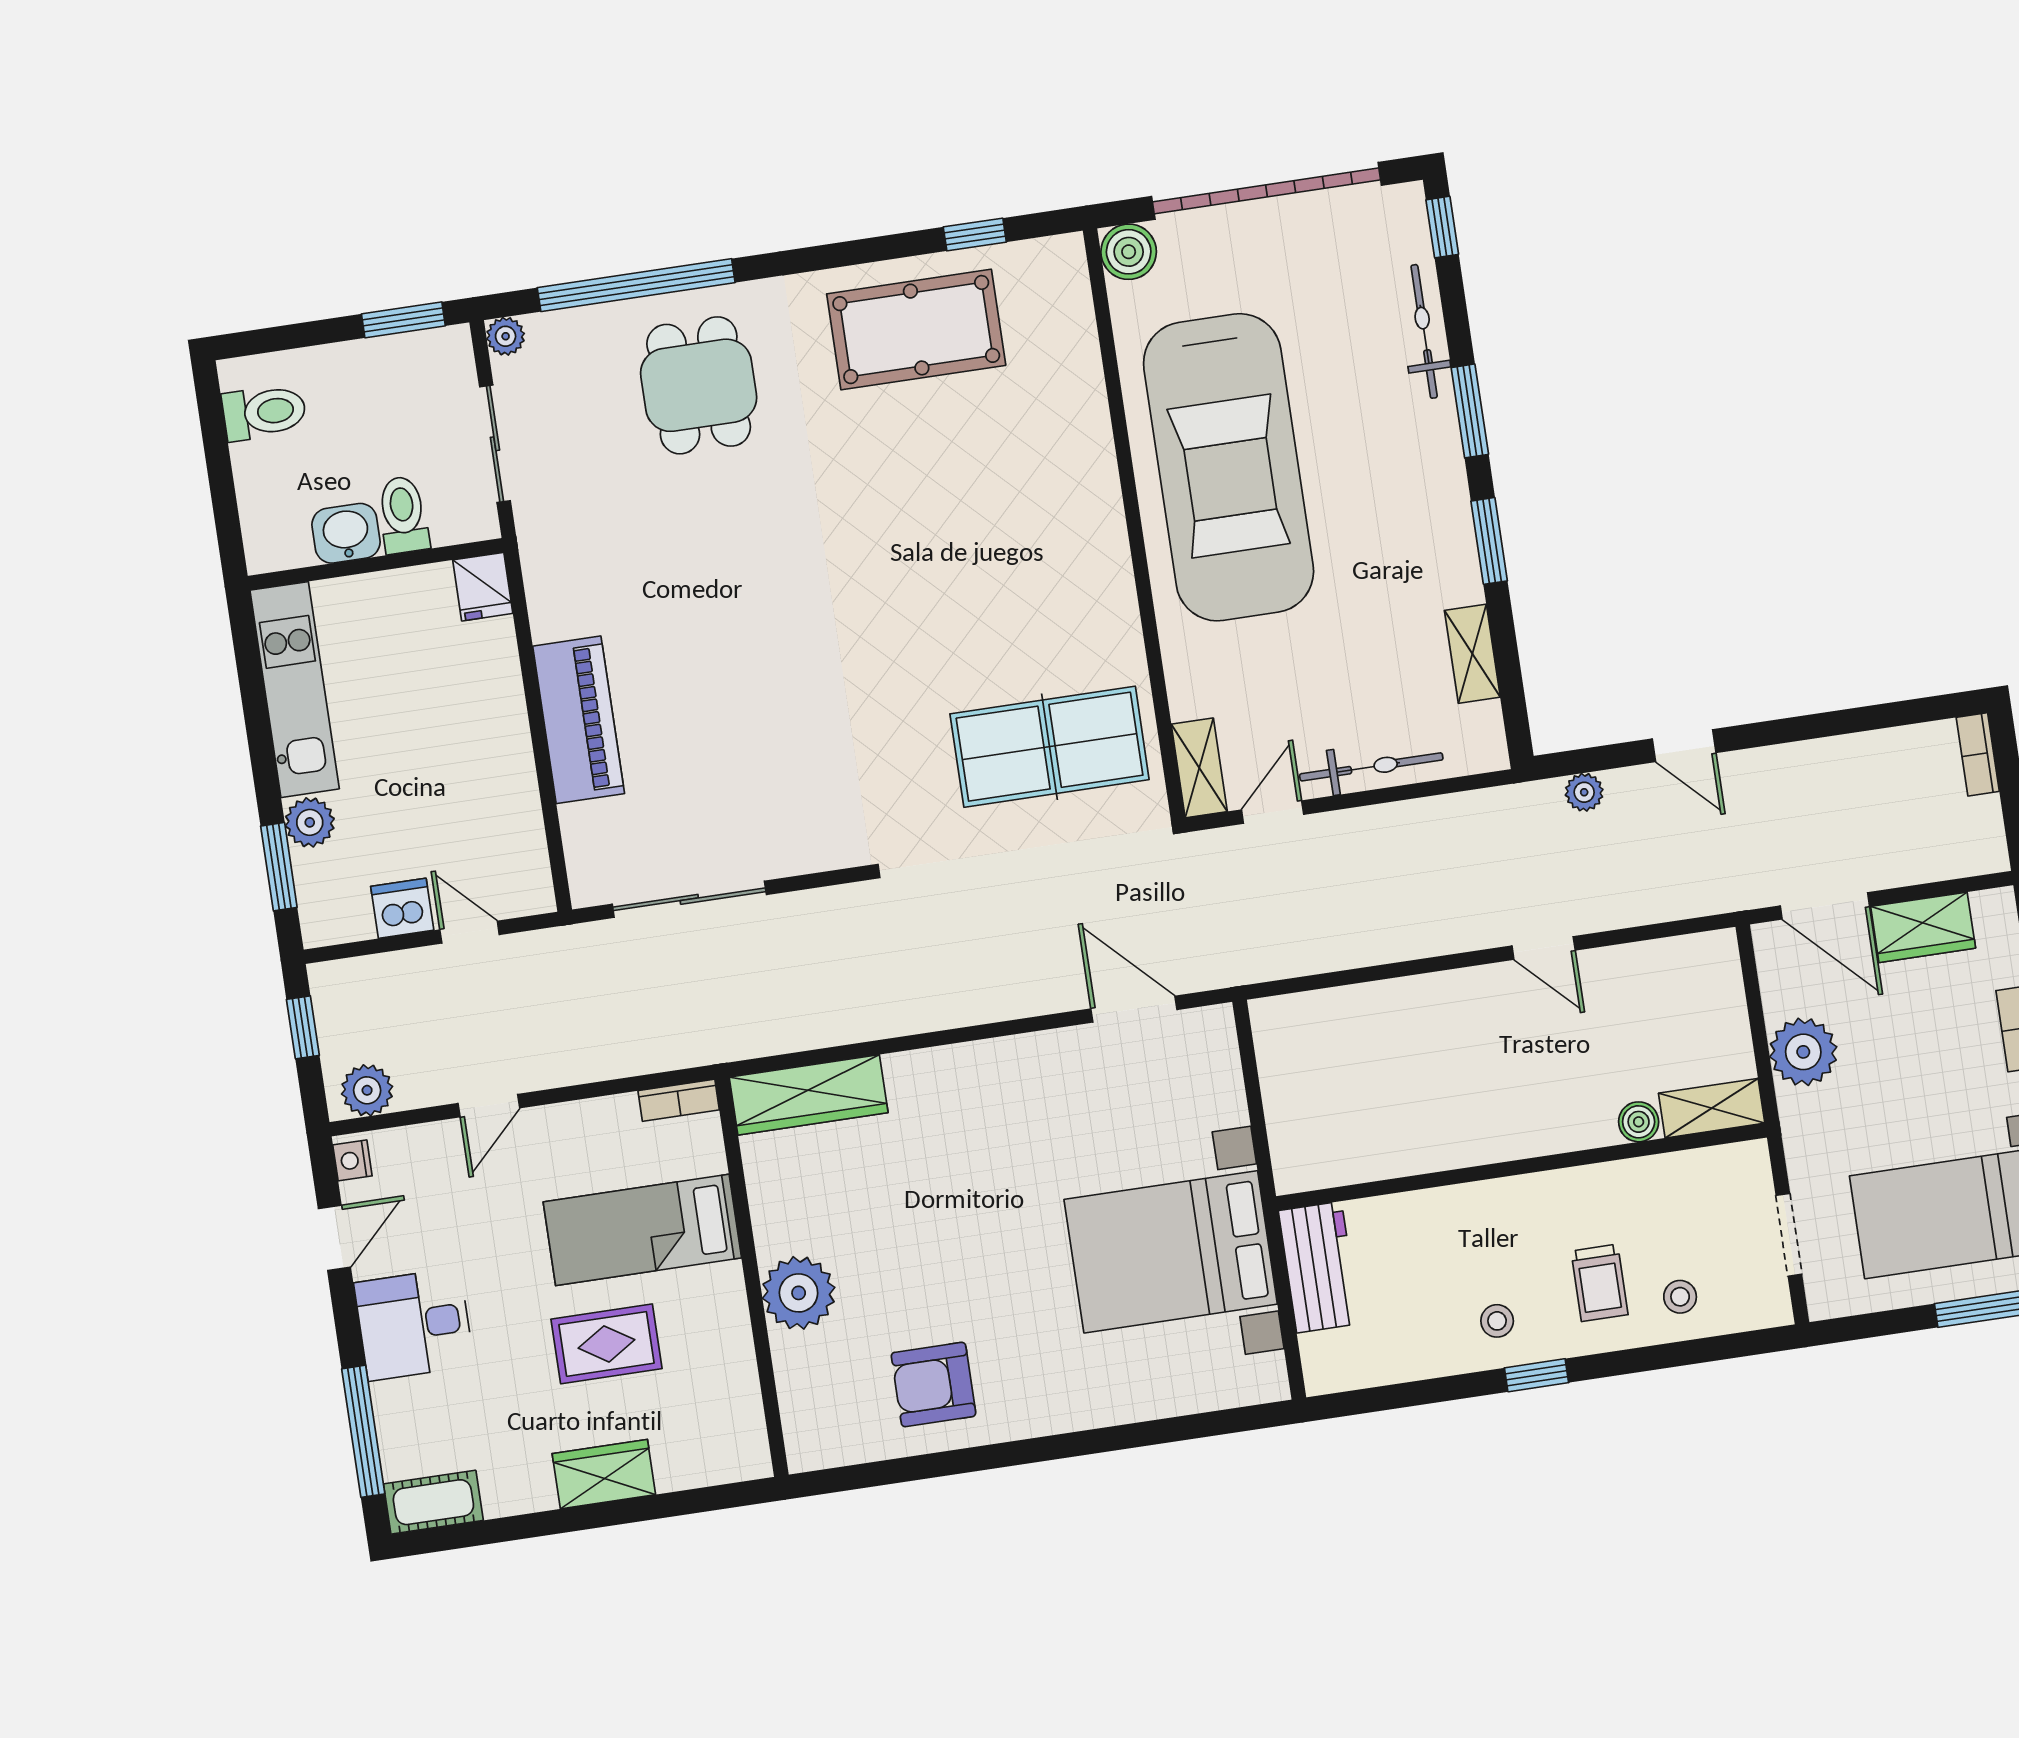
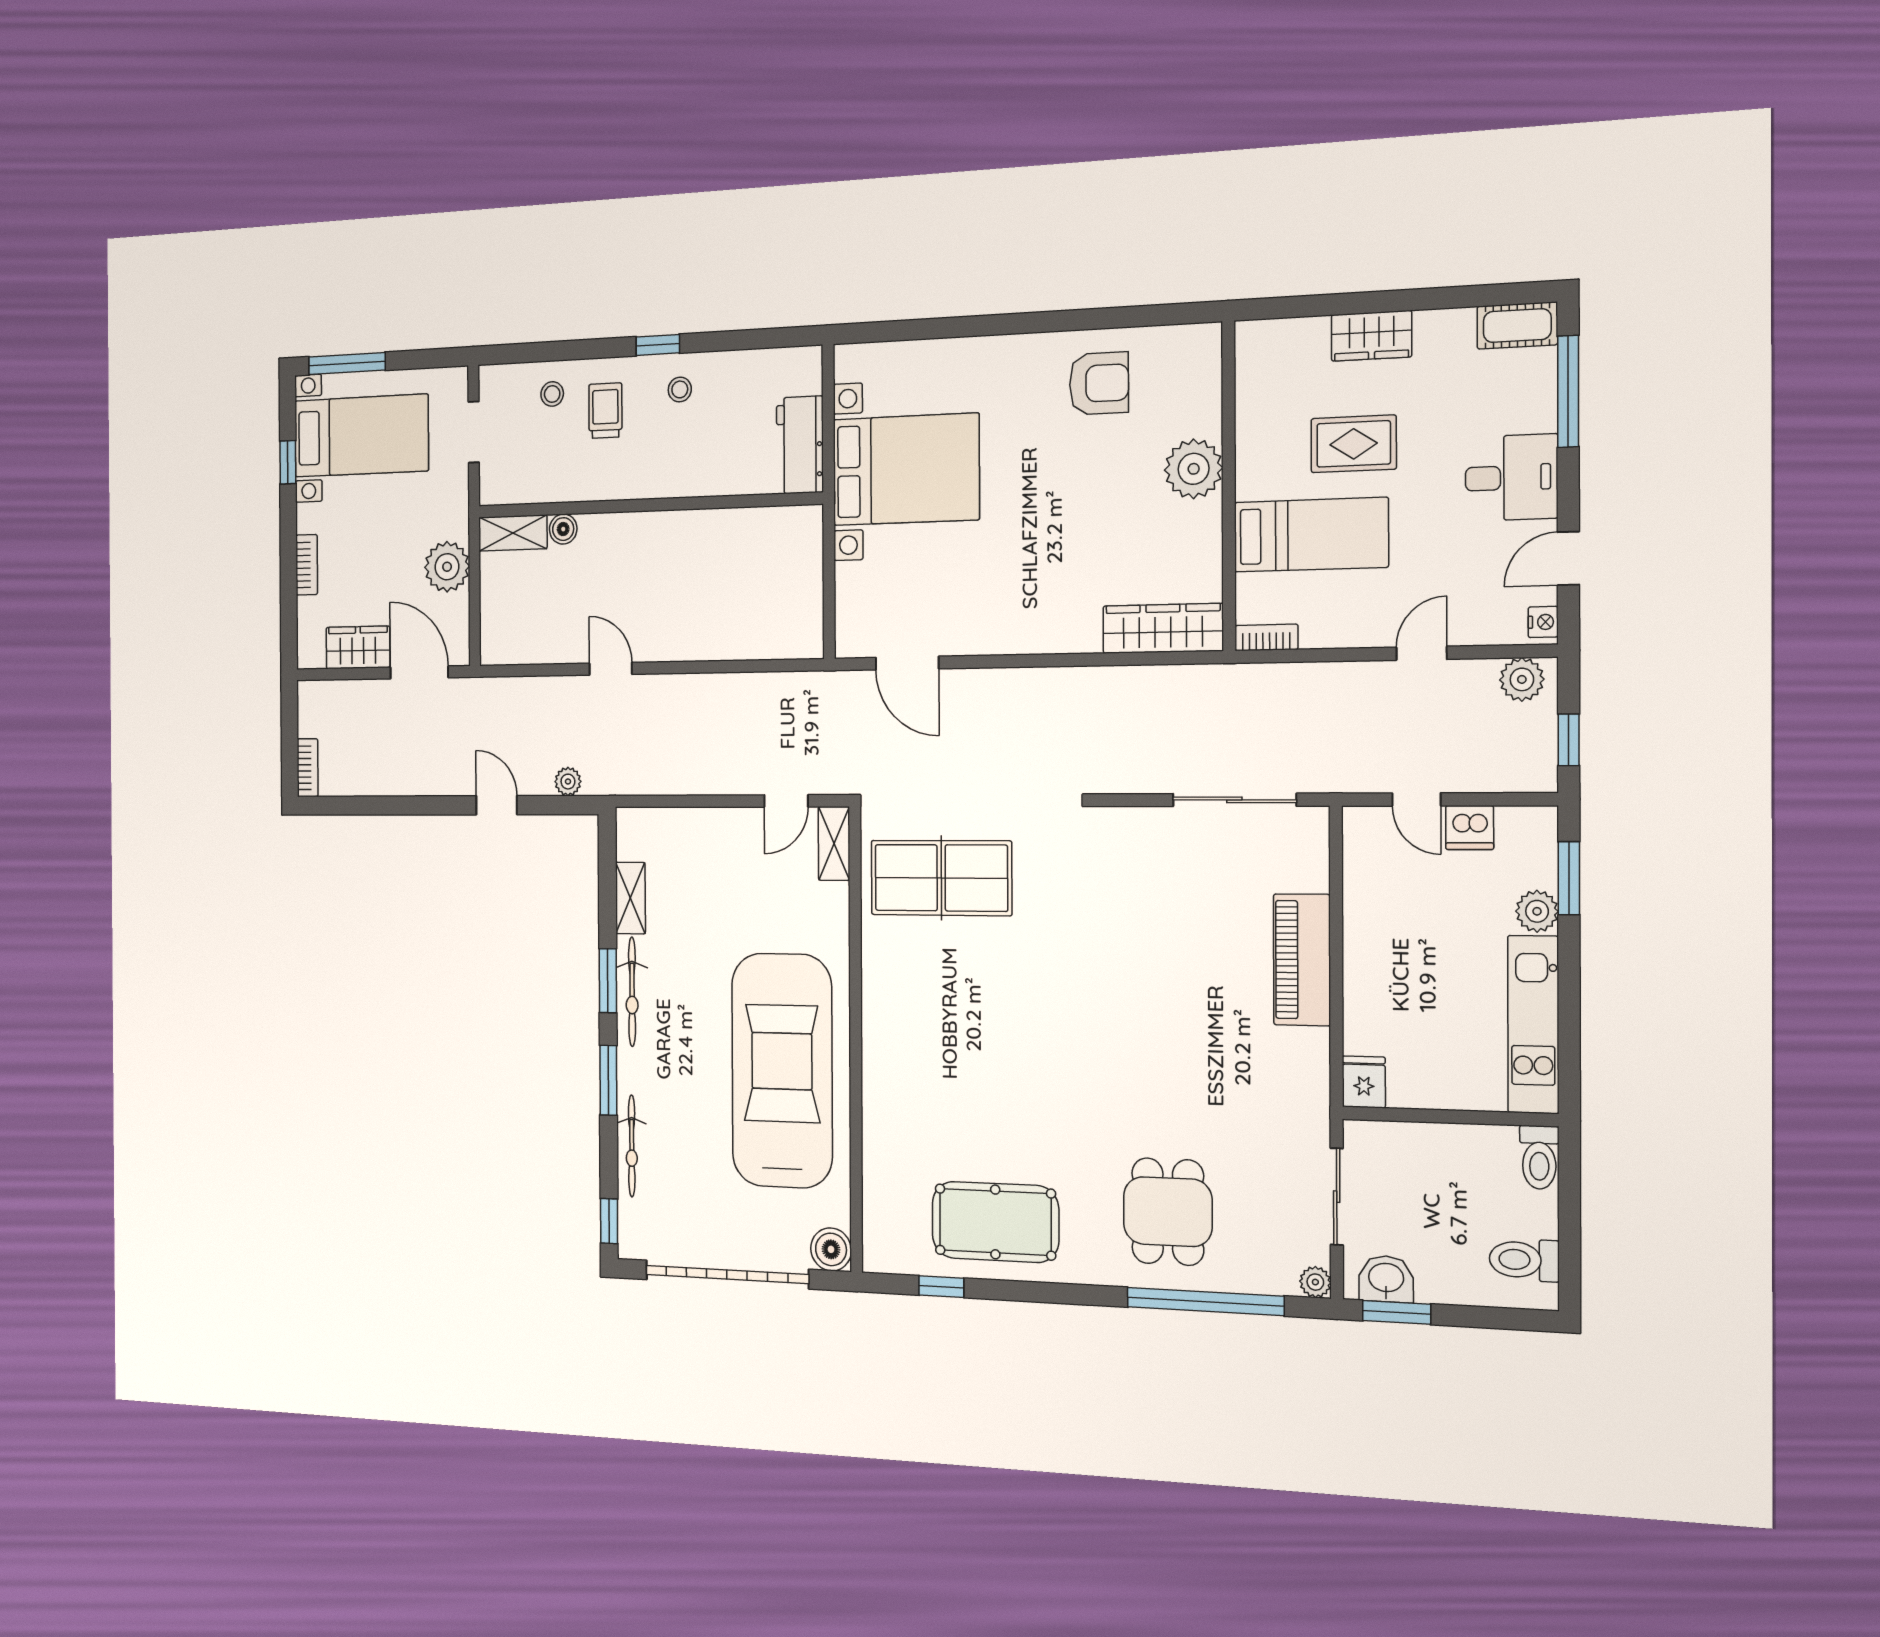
toilet: (403, 515) -> (1539, 1157), moved
washbasin: (346, 533) -> (1386, 1279), moved, turned 180
bicycle: (1371, 767) -> (632, 992), moved, turned -90

